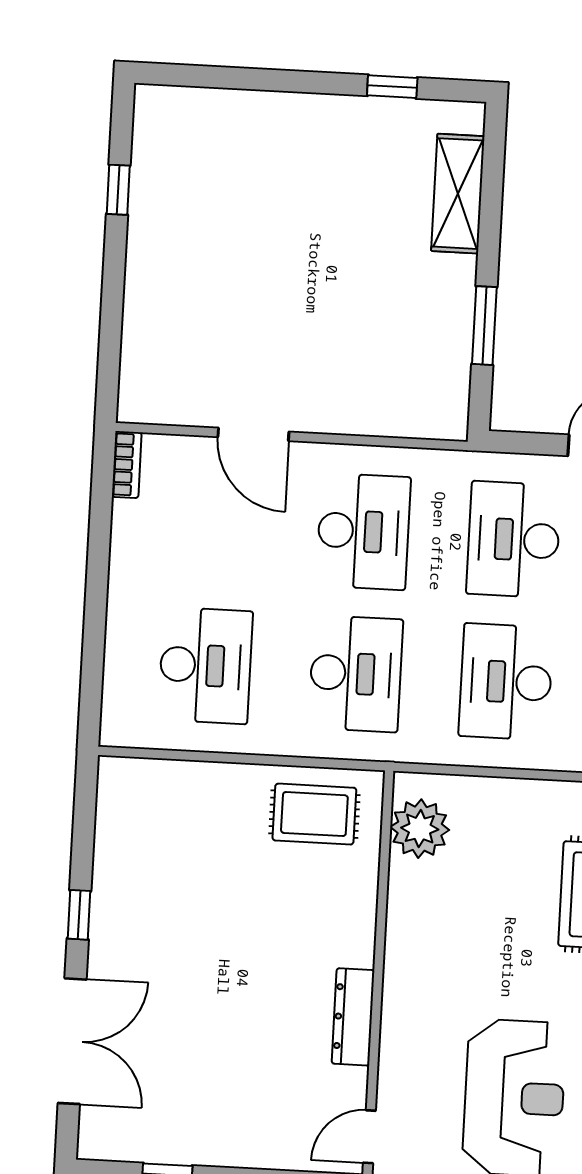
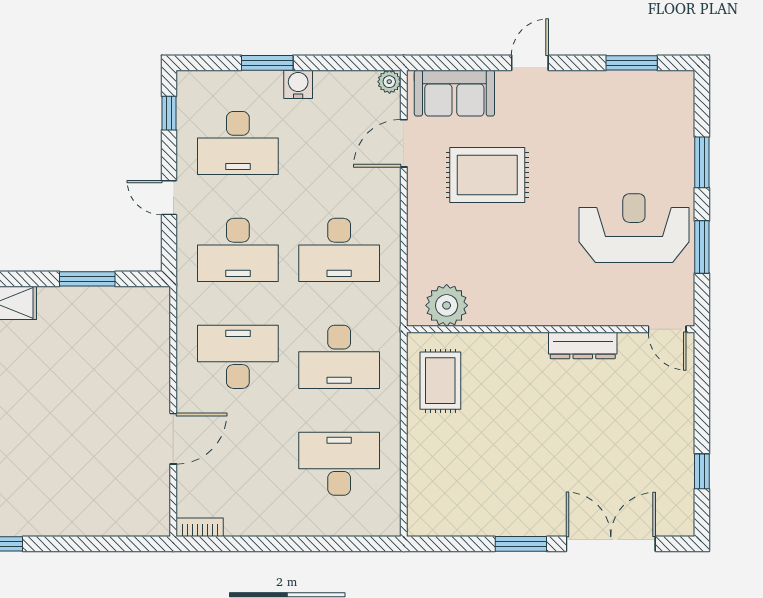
desk: (356, 674) -> (339, 357), turned 180
window: (79, 915) -> (521, 544), width x1.50

